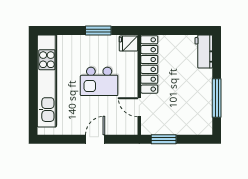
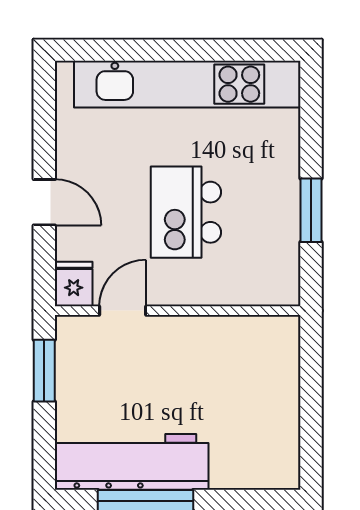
fridge: (128, 44) -> (74, 284), moved
workbench: (204, 51) -> (132, 462), moved, width x1.88, depth x1.32
locker: (149, 64) -> (228, 335), removed

